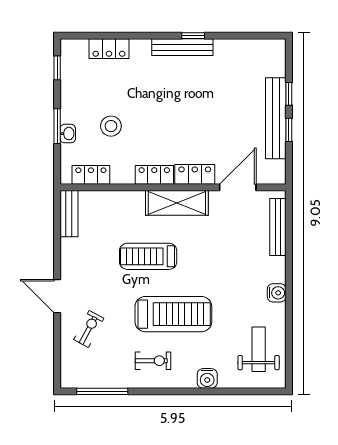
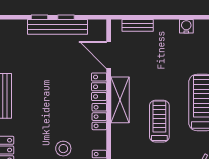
bench: (278, 227) -> (138, 25), width x0.73
treadmill: (148, 256) -> (159, 121), turned 180

